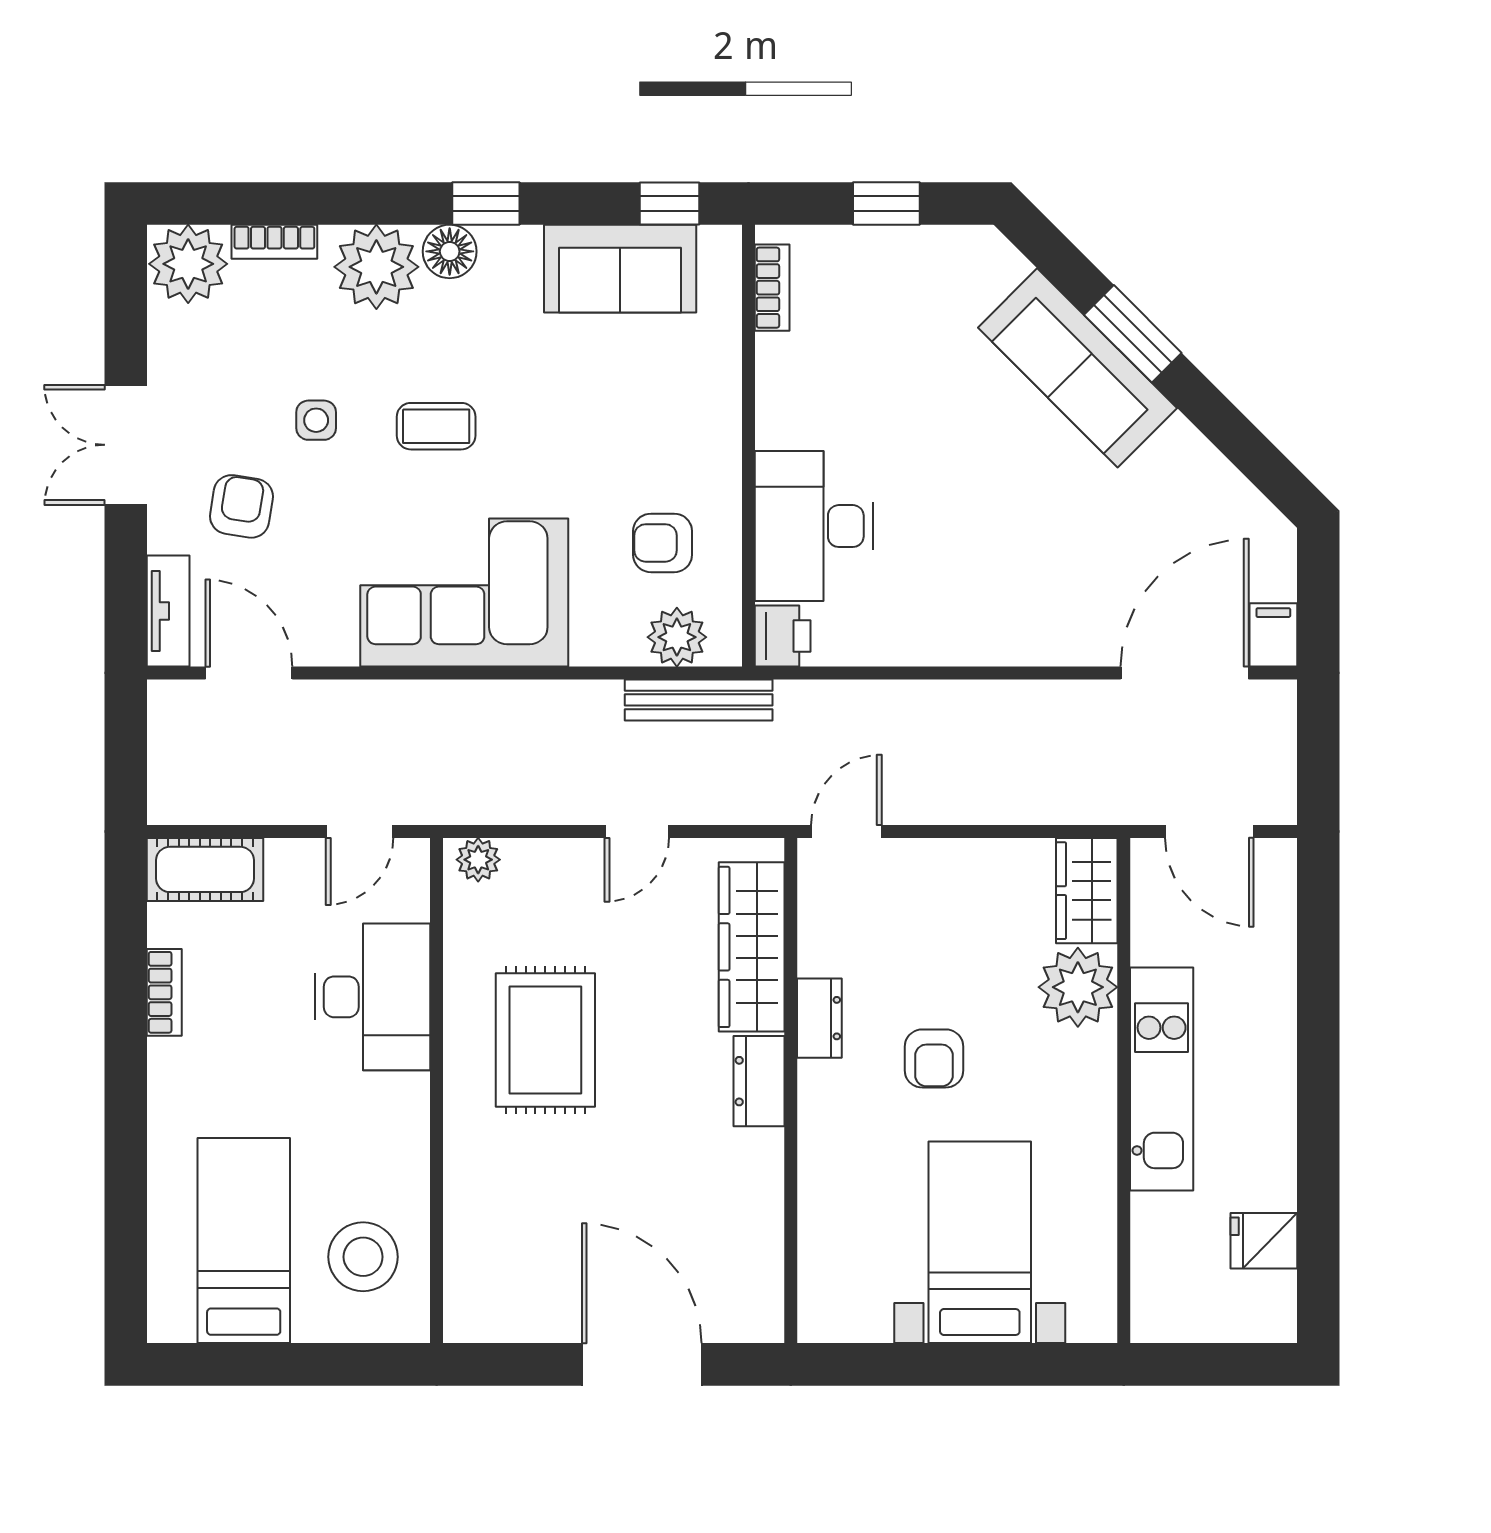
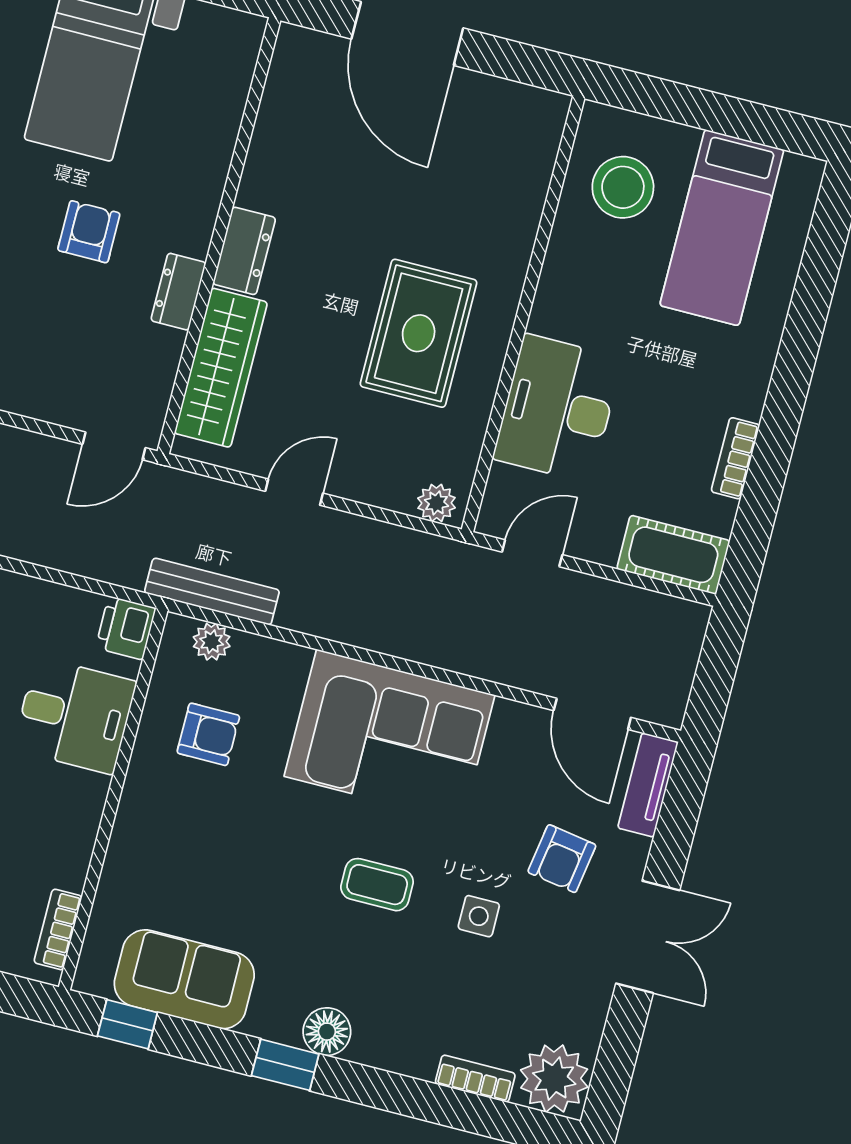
plant: (376, 267) -> (393, 1035), removed
desk: (814, 526) -> (75, 715), width x0.73
plant: (677, 637) -> (212, 642), width x0.73, depth x0.73

